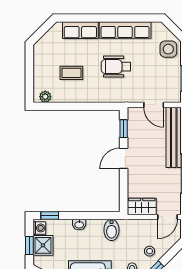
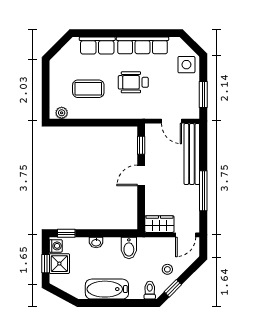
coffee table: (71, 73) -> (88, 89), width x1.36, depth x1.30

